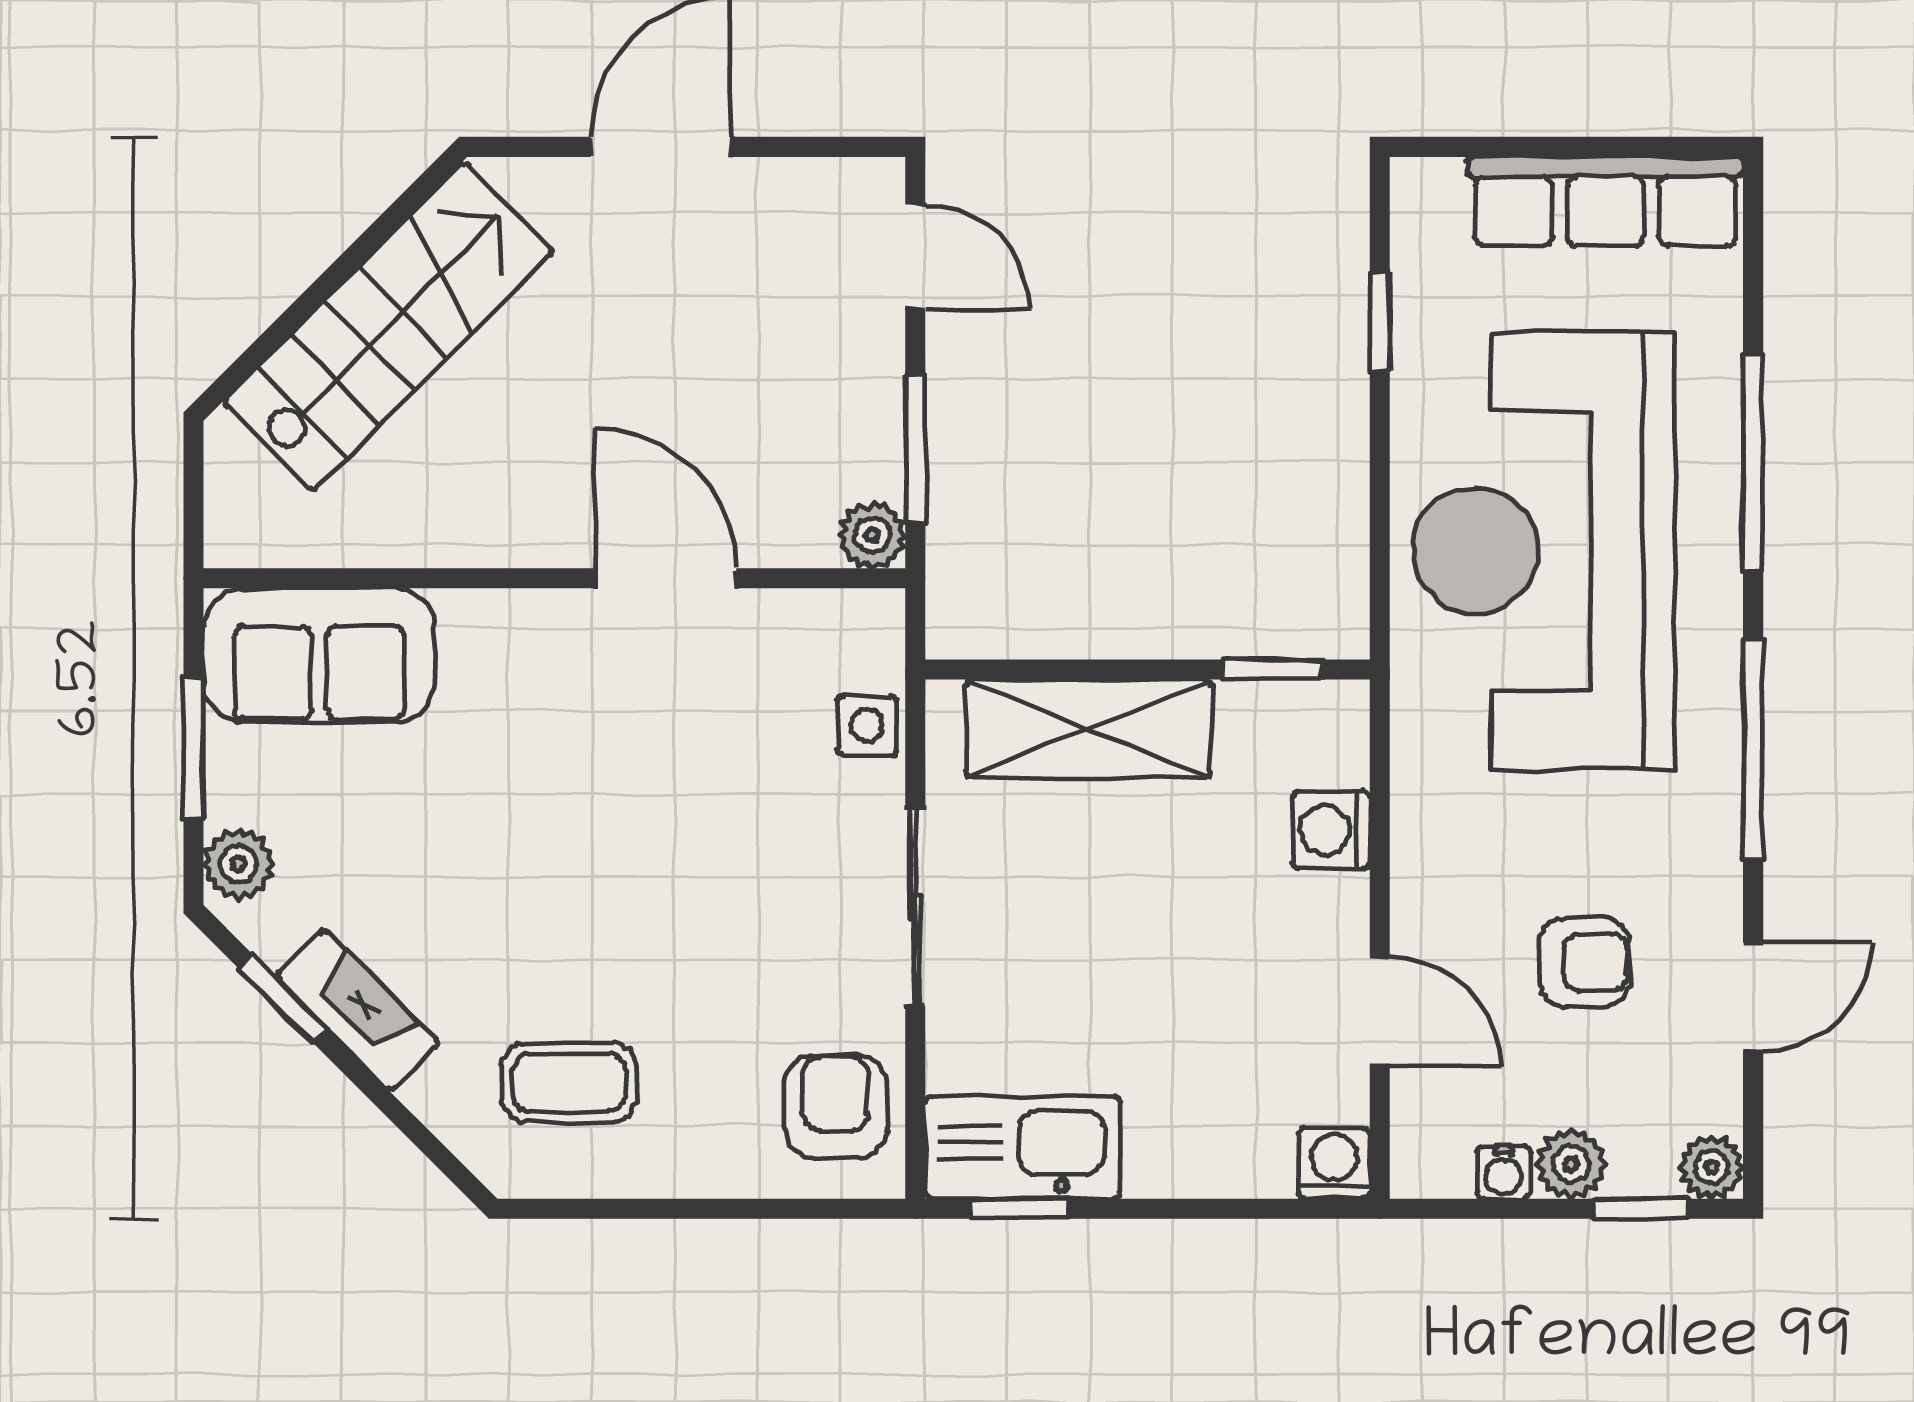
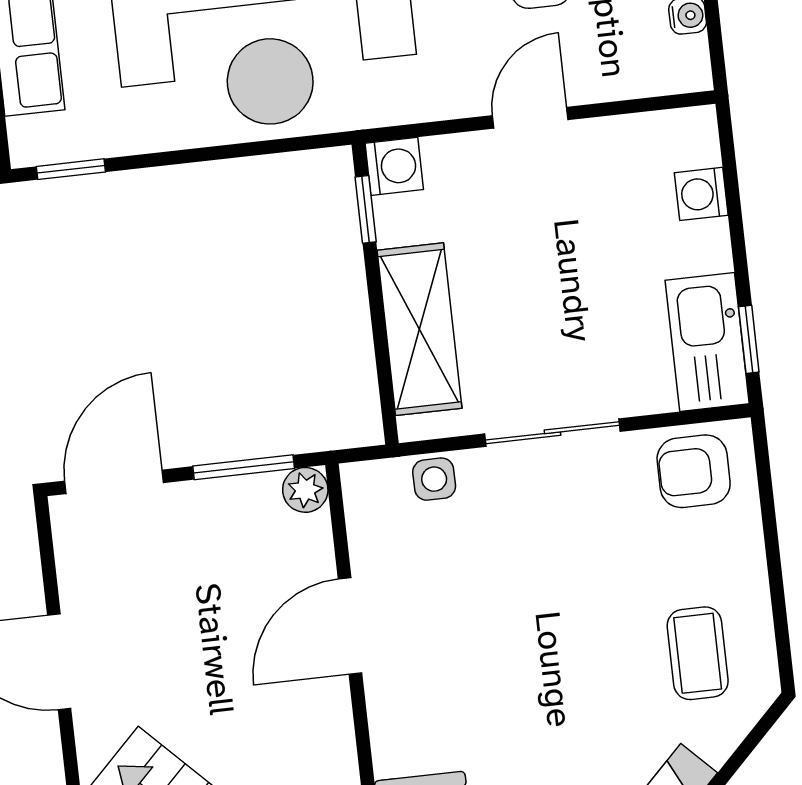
door: (915, 257) -> (114, 482), width x1.38
window: (1380, 323) -> (71, 169), moved
washing machine: (1331, 830) -> (394, 166), moved, turned -90
door: (1380, 1011) -> (530, 118), moved
washing machine: (1334, 1163) -> (701, 194), moved

